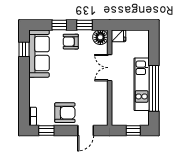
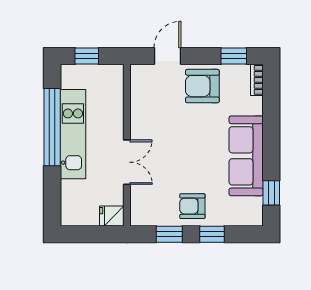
floor lamp: (100, 37) -> (143, 213), removed
armchair: (71, 42) -> (192, 206), turned 180
sofa: (39, 54) -> (246, 156), moved

